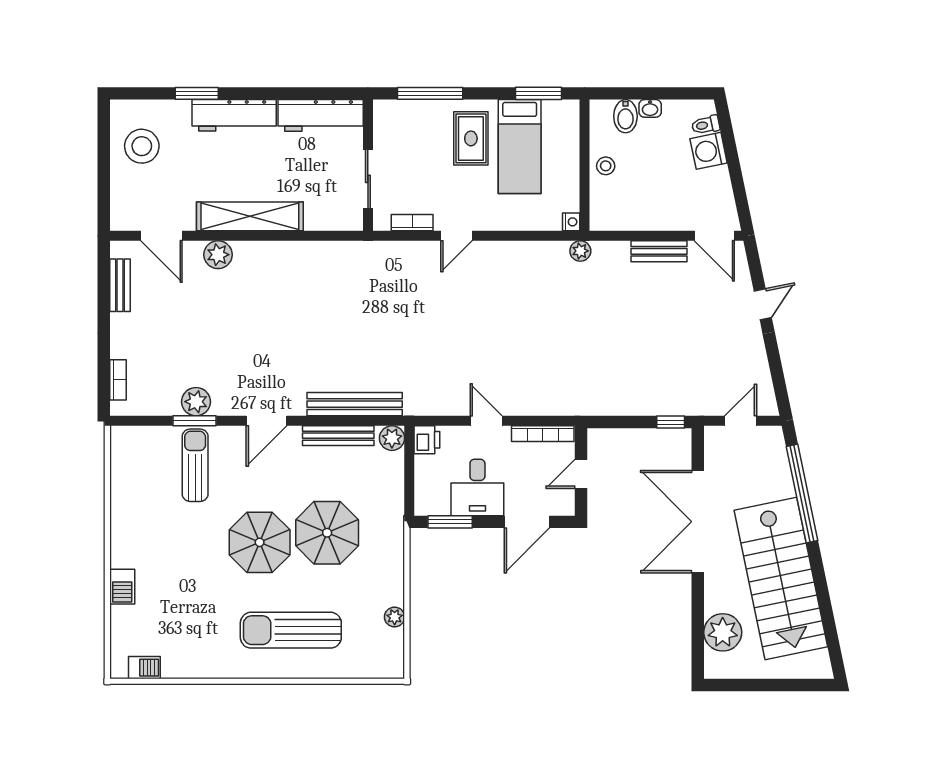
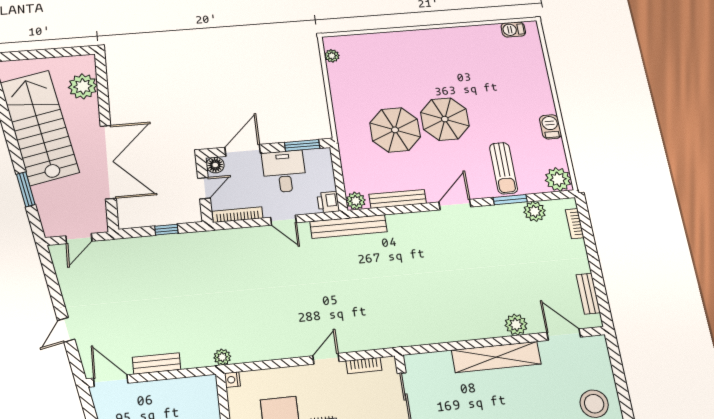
plant: (196, 402) -> (535, 211), moved
bench: (355, 404) -> (348, 227), moved
window: (671, 422) -> (166, 230), moved
plant: (127, 443) -> (558, 179), added
window: (802, 493) -> (26, 189), width x0.47
floor lamp: (564, 505) -> (215, 165), added
barbecue: (122, 587) -> (550, 127), moved
plant: (395, 617) -> (332, 56), moved
sun lounger: (291, 630) -> (411, 62), removed

